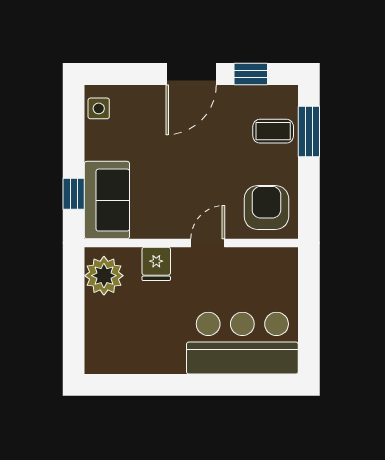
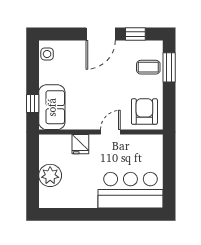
plant: (104, 276) -> (50, 175), moved

